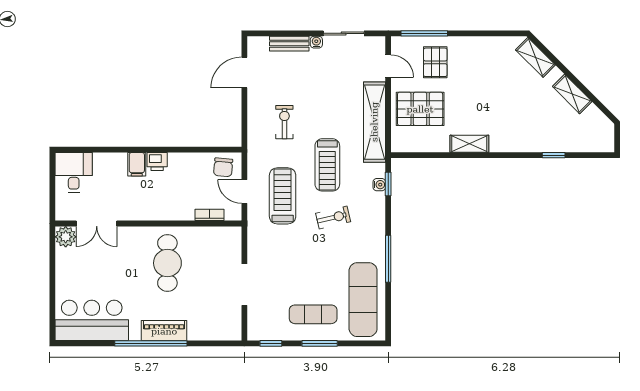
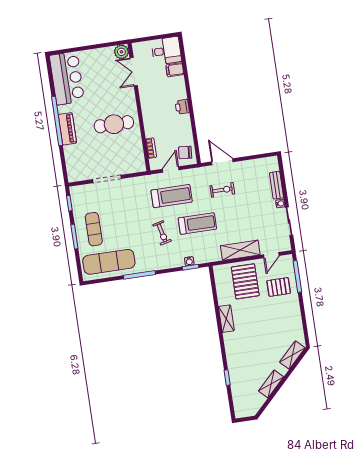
door: (244, 73) -> (222, 162), moved
shelving: (374, 122) -> (240, 250), width x0.68
filing cabinet: (137, 164) -> (175, 70), moved
treadmill: (327, 165) -> (197, 224), turned 180

